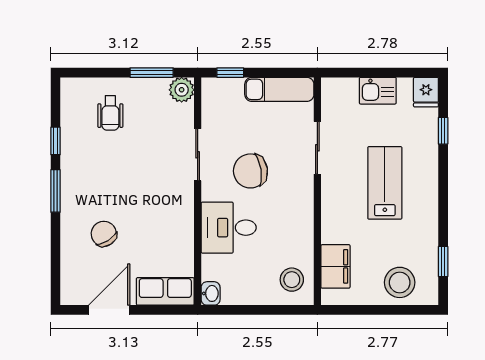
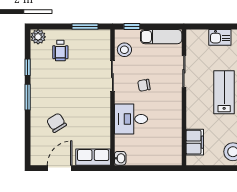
plant: (182, 90) -> (38, 37), moved
chair: (250, 171) -> (144, 85), width x0.54, depth x0.54
stool: (292, 280) -> (124, 50), moved

